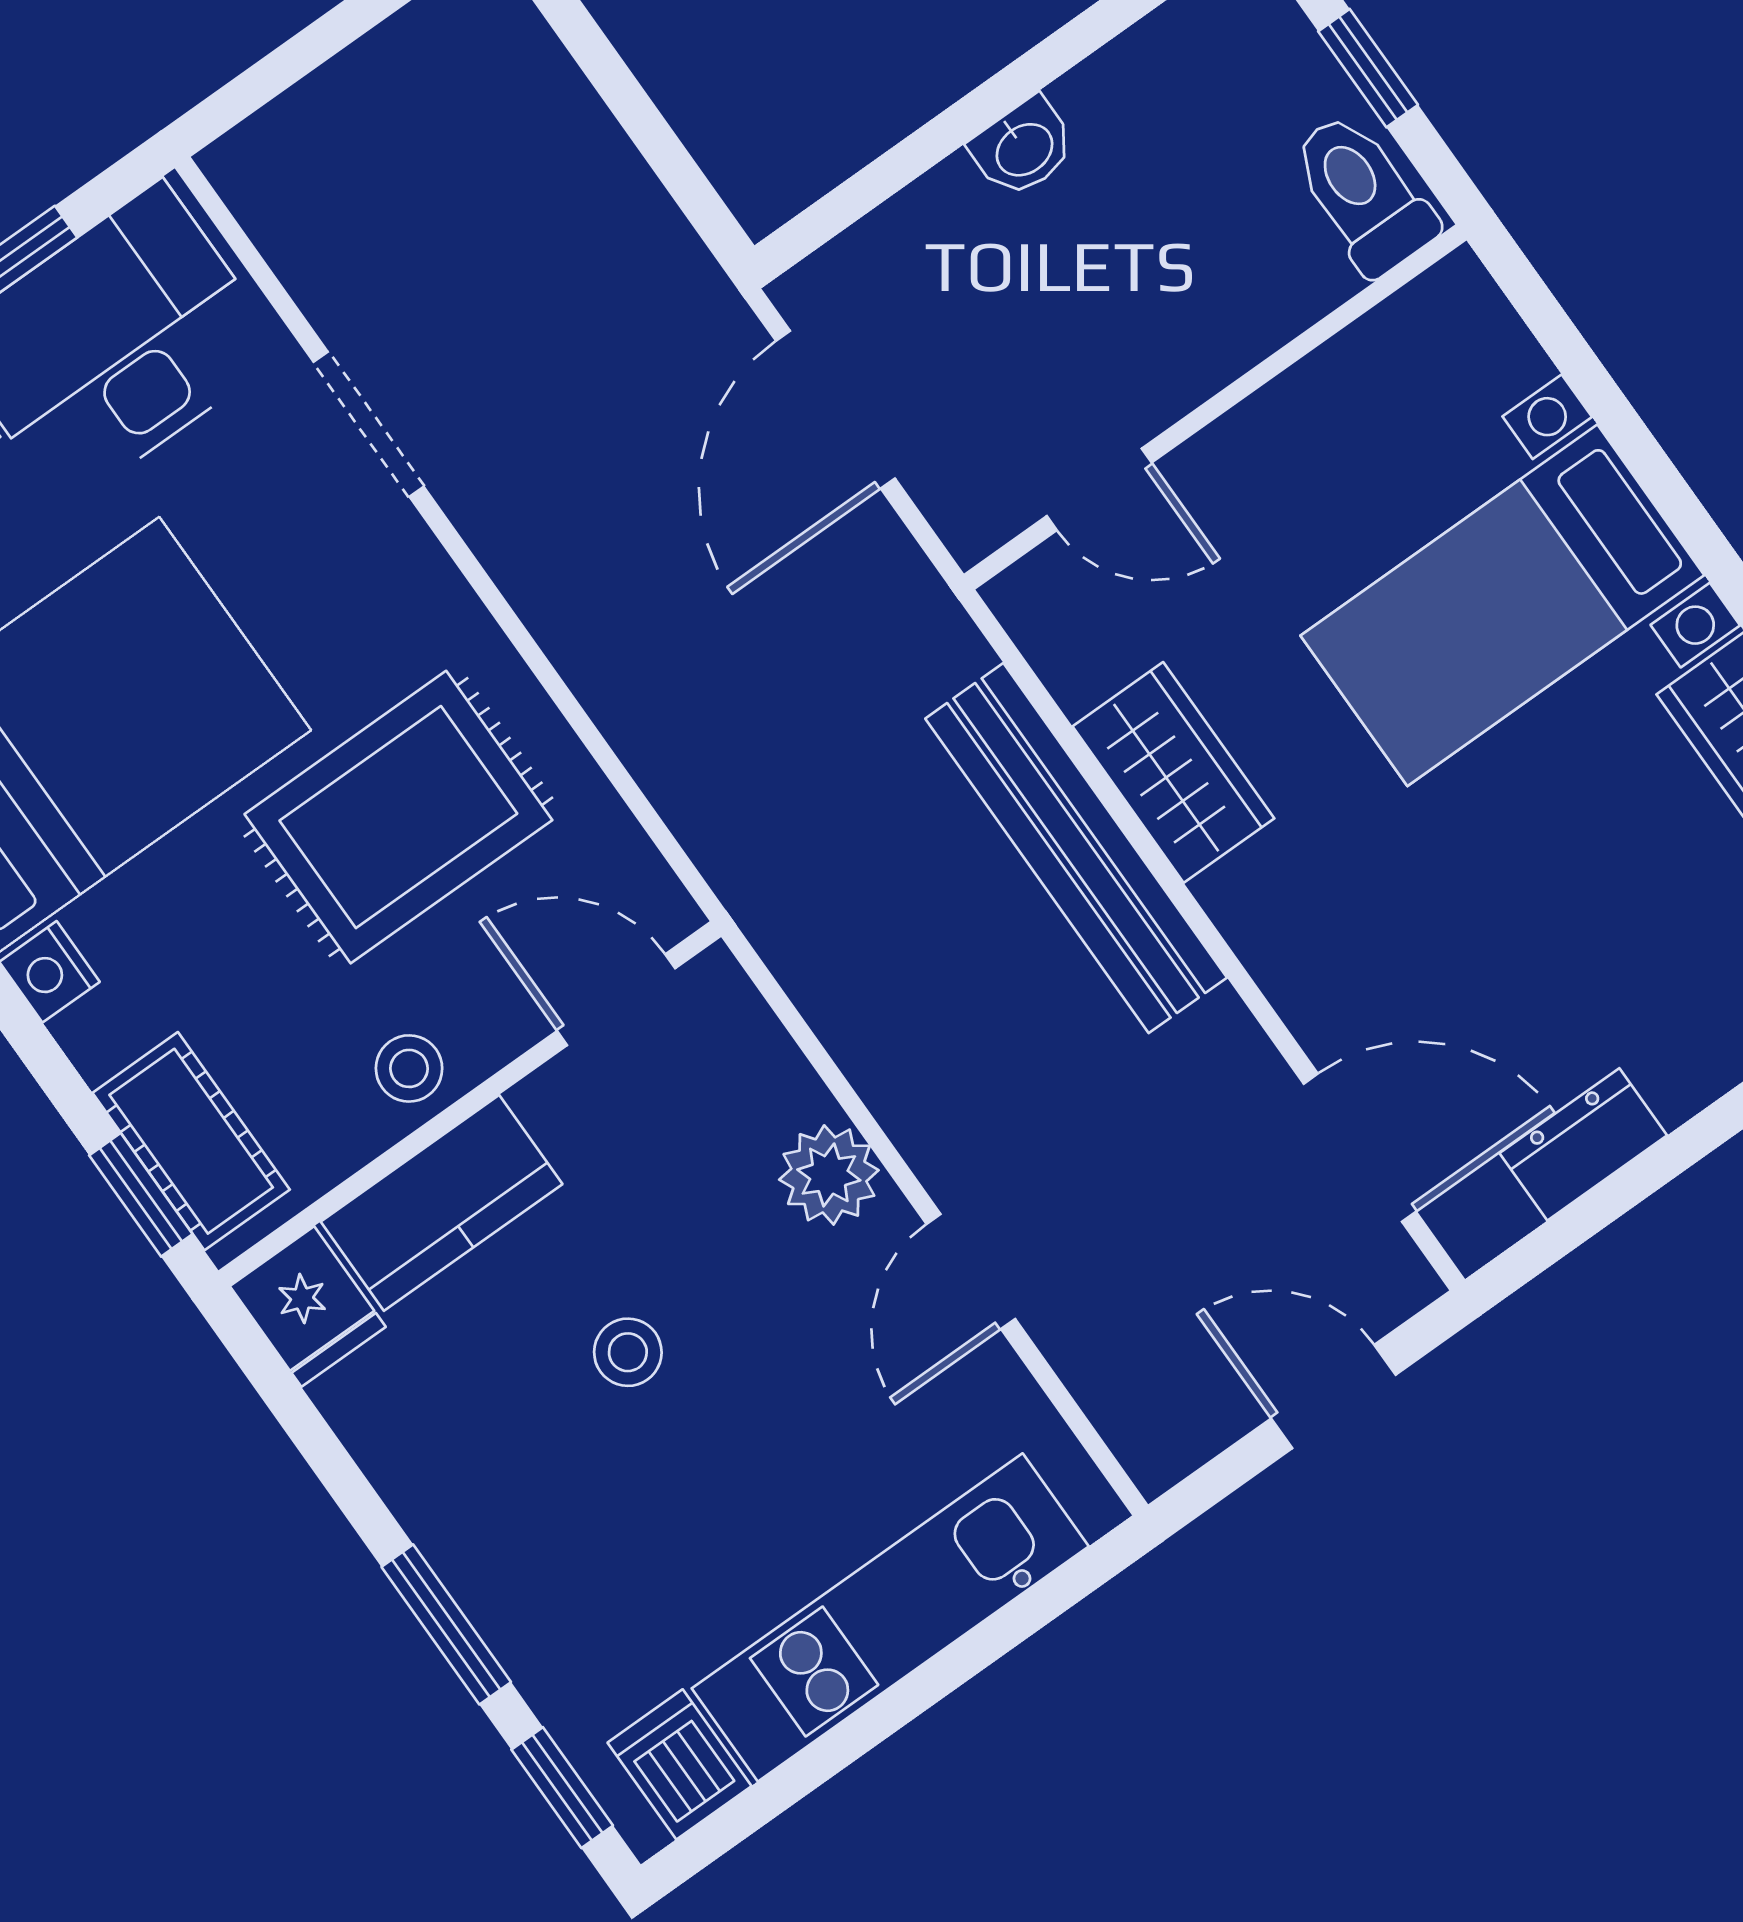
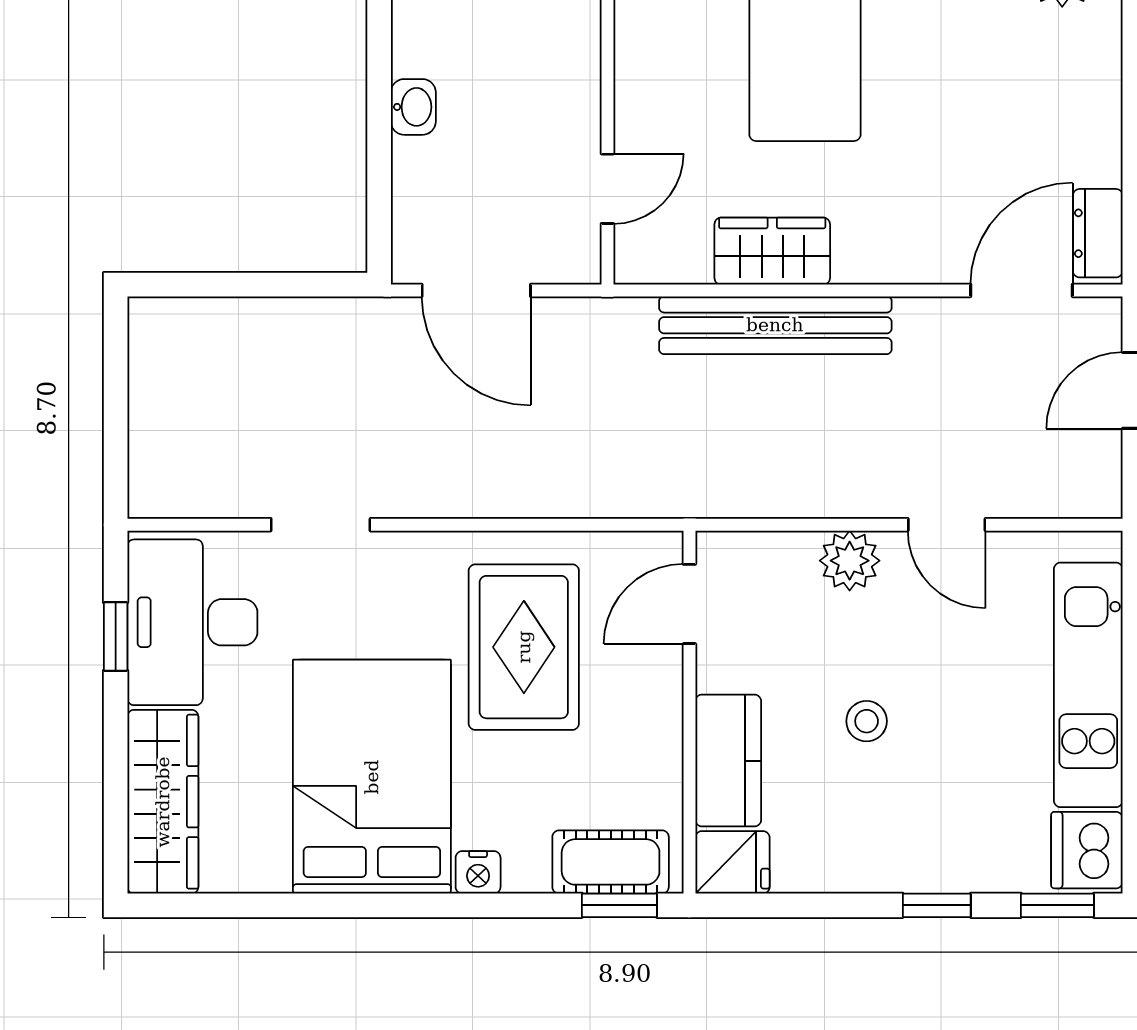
stool: (409, 1068) -> (651, 730), removed
dresser: (1583, 1144) -> (1098, 233), moved
window: (446, 1624) -> (937, 905), width x0.67
dishwasher: (679, 1764) -> (1087, 850), width x1.38

